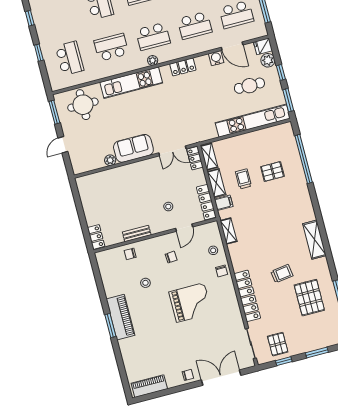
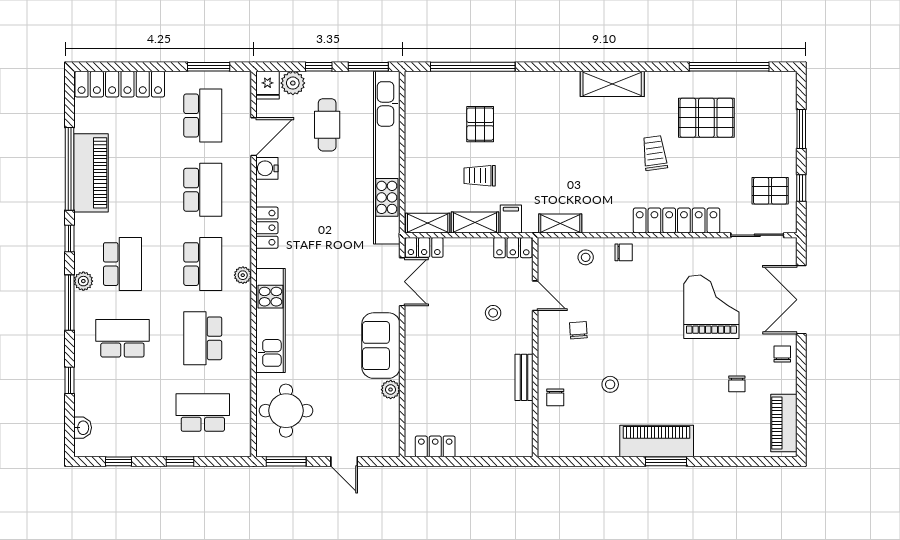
kitchen unit: (253, 121) -> (387, 158), width x1.36
locker: (206, 202) -> (513, 248), width x0.66
locker: (96, 237) -> (435, 446), moved
grand piano: (190, 303) -> (711, 307), moved
chair: (164, 354) -> (737, 384), added

